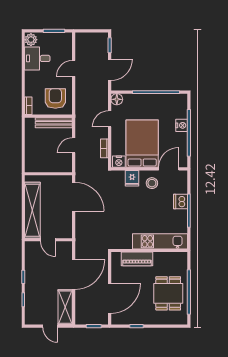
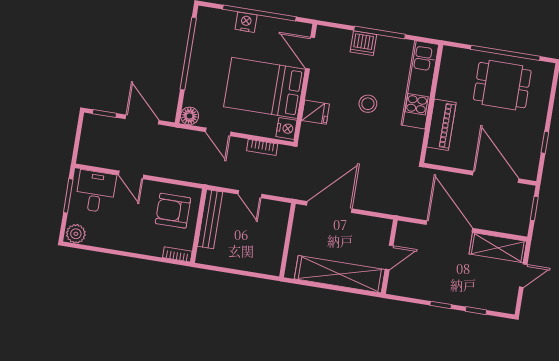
desk: (37, 58) -> (96, 191), moved, turned 180
stool: (152, 183) -> (368, 104), moved

